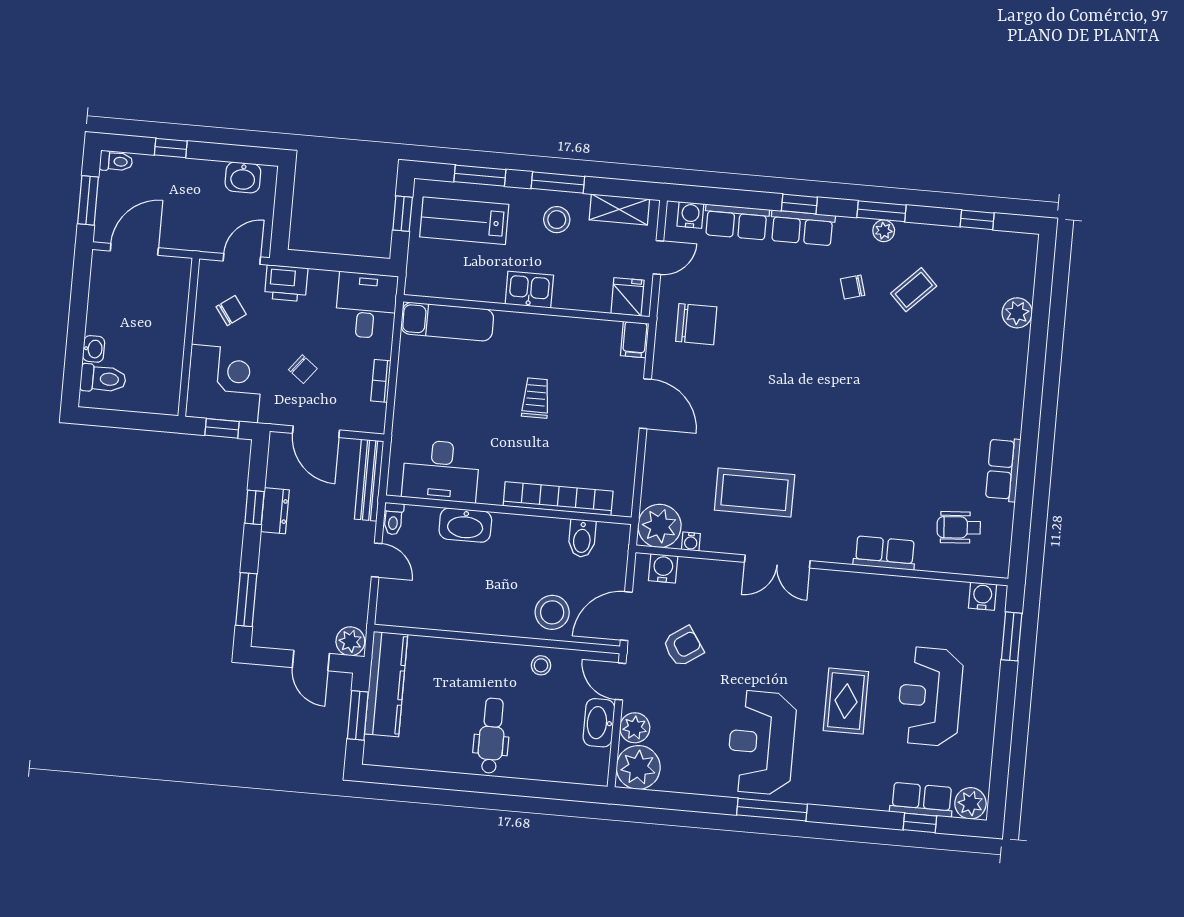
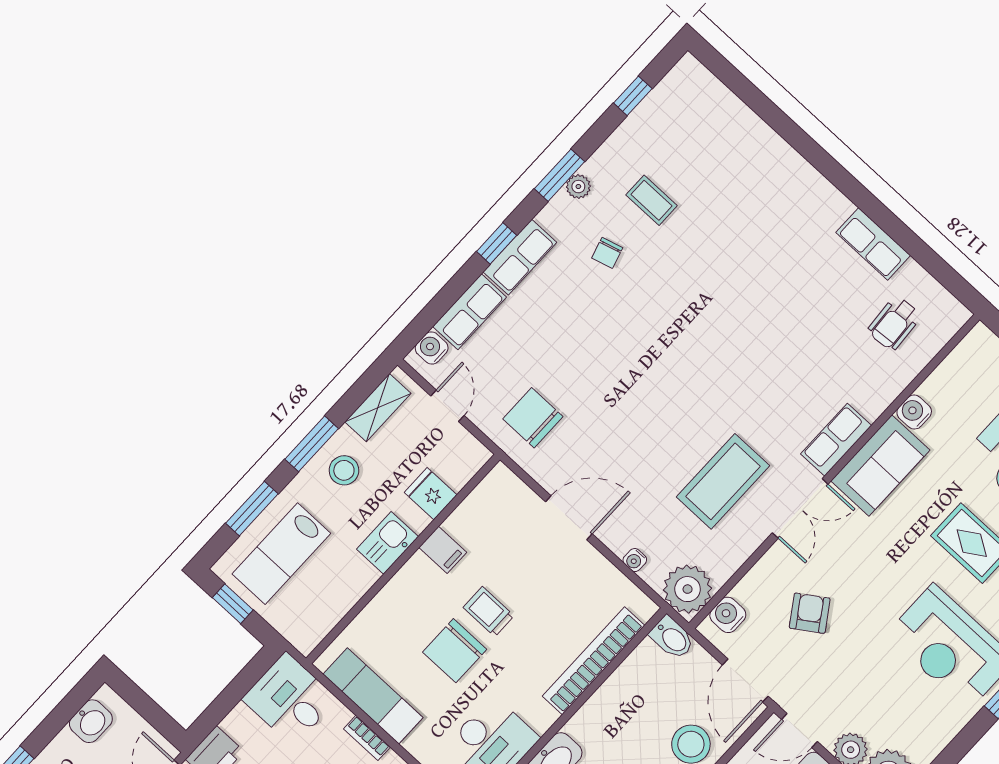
coffee table: (914, 290) -> (652, 200), turned -45
fridge: (627, 297) -> (431, 494), moved
plant: (1017, 313) -> (743, 124), removed
exam couch: (447, 322) -> (373, 696), moved, turned -90
chair: (696, 324) -> (533, 418), turned -90
filing cabinet: (635, 340) -> (443, 550), moved
chair: (490, 395) -> (455, 651), added
bidet: (582, 538) -> (672, 638), moved
water cooler: (691, 542) -> (635, 560), moved, turned 90
row of seats: (885, 553) -> (836, 440), moved
sofa: (851, 595) -> (880, 465), added
water cooler: (983, 596) -> (914, 412), moved
armchair: (683, 646) -> (810, 613), moved

